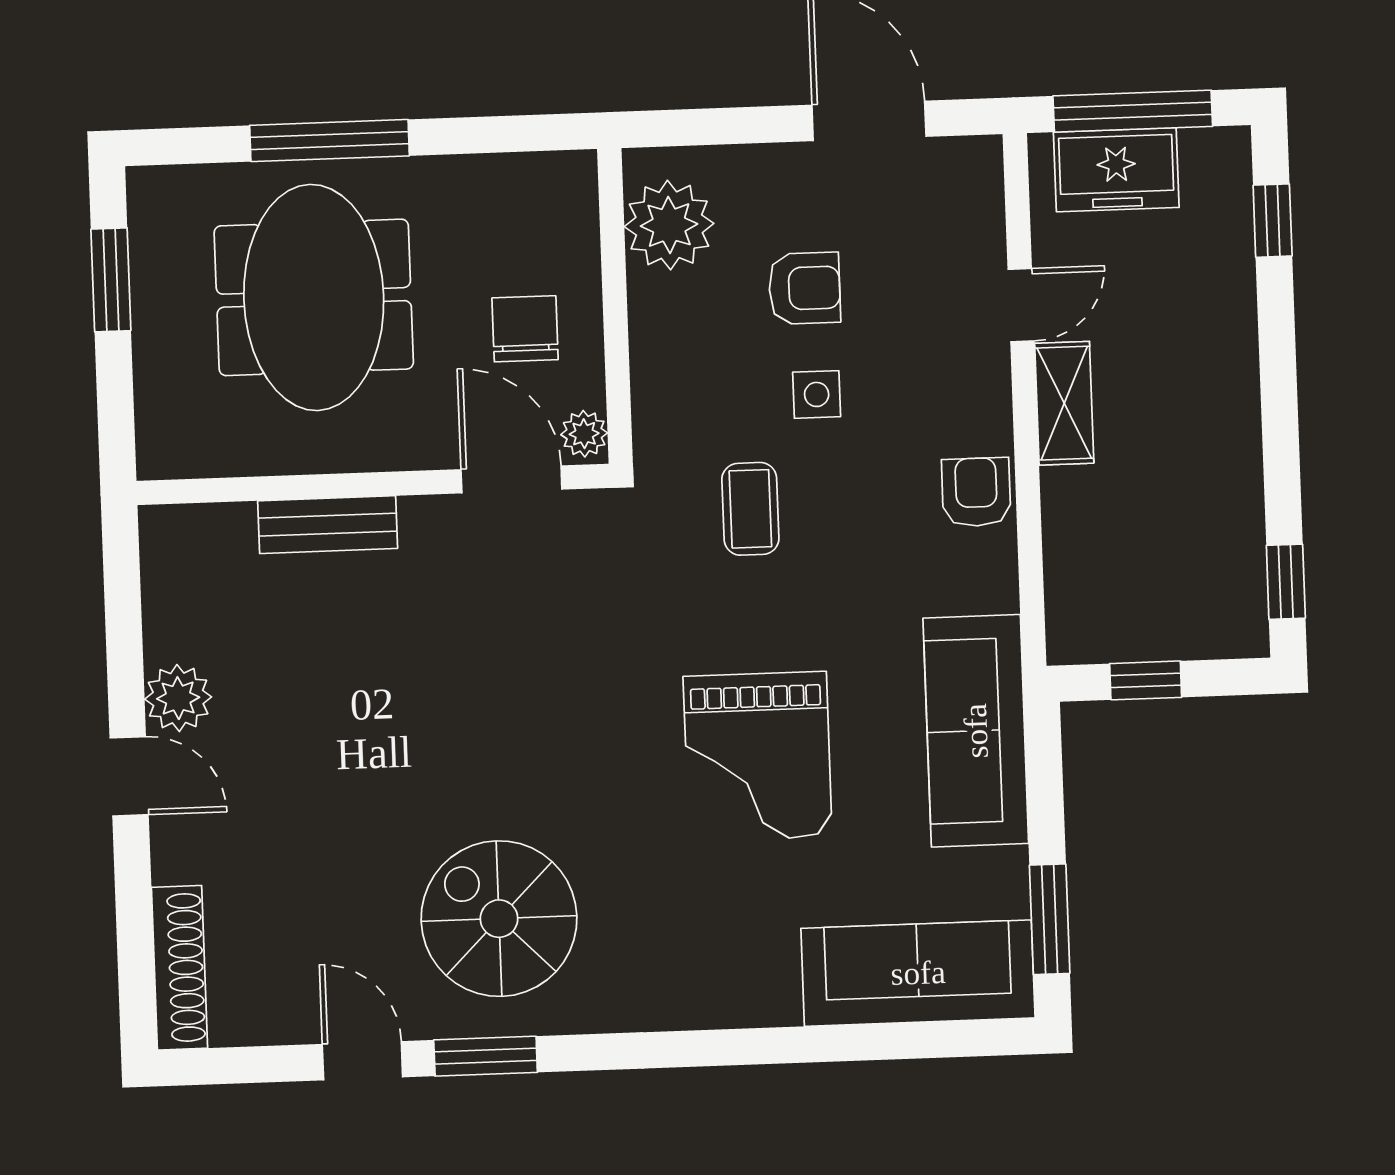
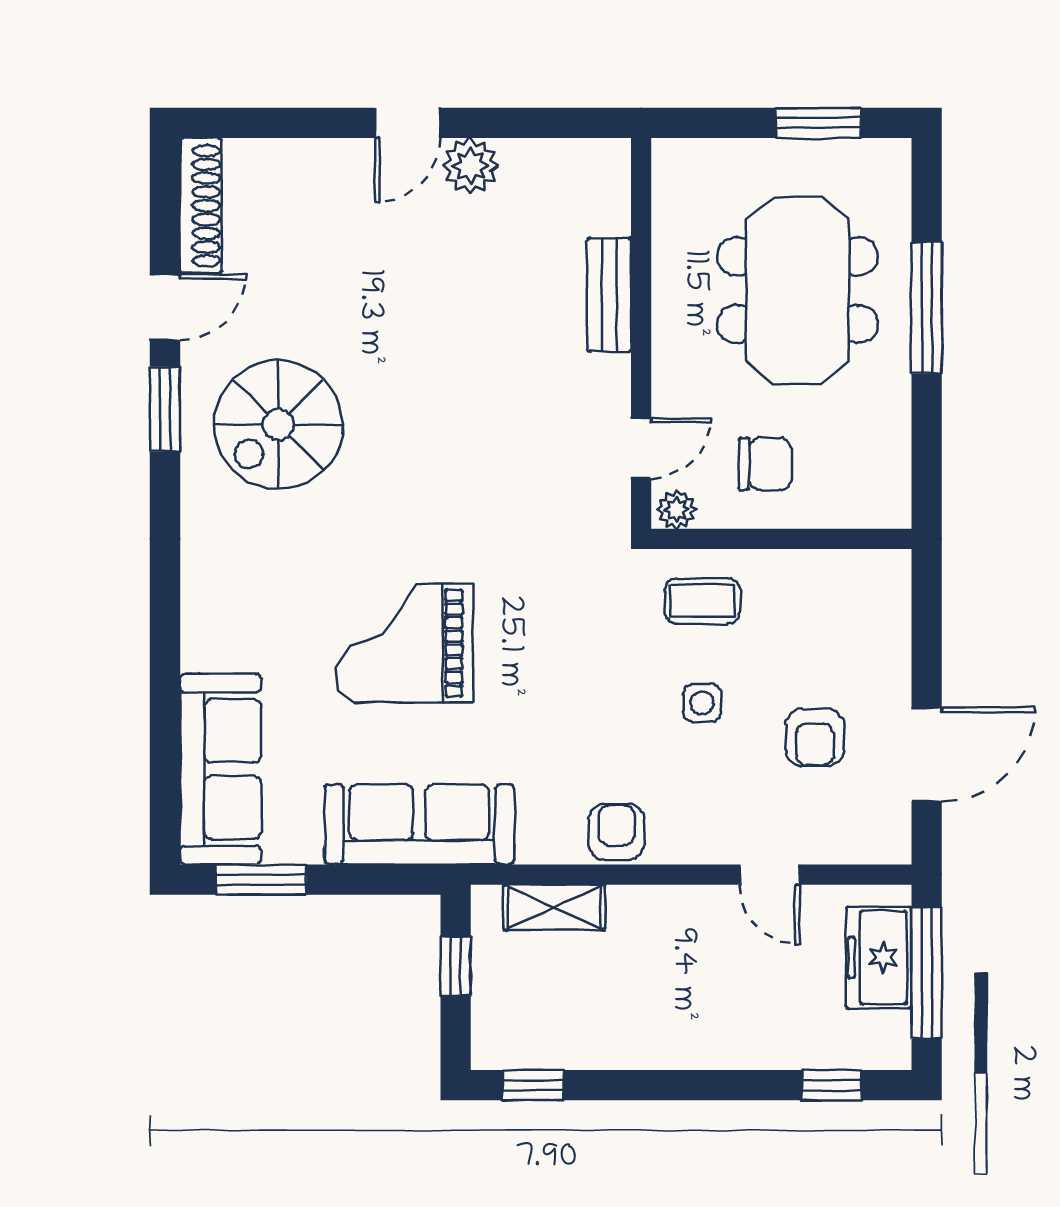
plant: (669, 225) -> (847, 586), removed
armchair: (804, 288) -> (815, 737), moved
meeting table: (314, 297) -> (797, 290), turned 90
shelving: (1064, 403) -> (554, 907), moved
door: (511, 479) -> (641, 448), width x0.73
armchair: (976, 492) -> (616, 832), turned -90
coffee table: (750, 509) -> (702, 601), moved
spiral stairs: (499, 919) -> (278, 424), turned 180
shoe rack: (180, 968) -> (201, 206), moved, turned -90

